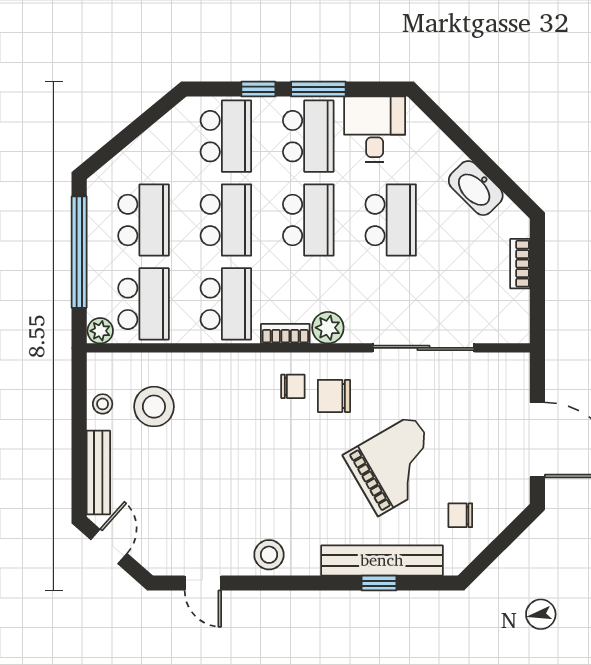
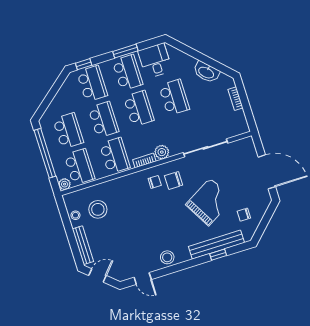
window: (258, 89) -> (84, 64), moved
door: (109, 546) -> (97, 275), hinge flipped

